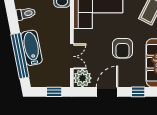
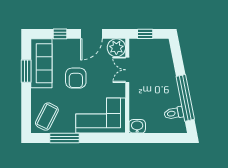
bathtub: (32, 48) -> (168, 78), removed
armchair: (123, 48) -> (76, 78), turned 180
window: (20, 56) -> (185, 98), moved

